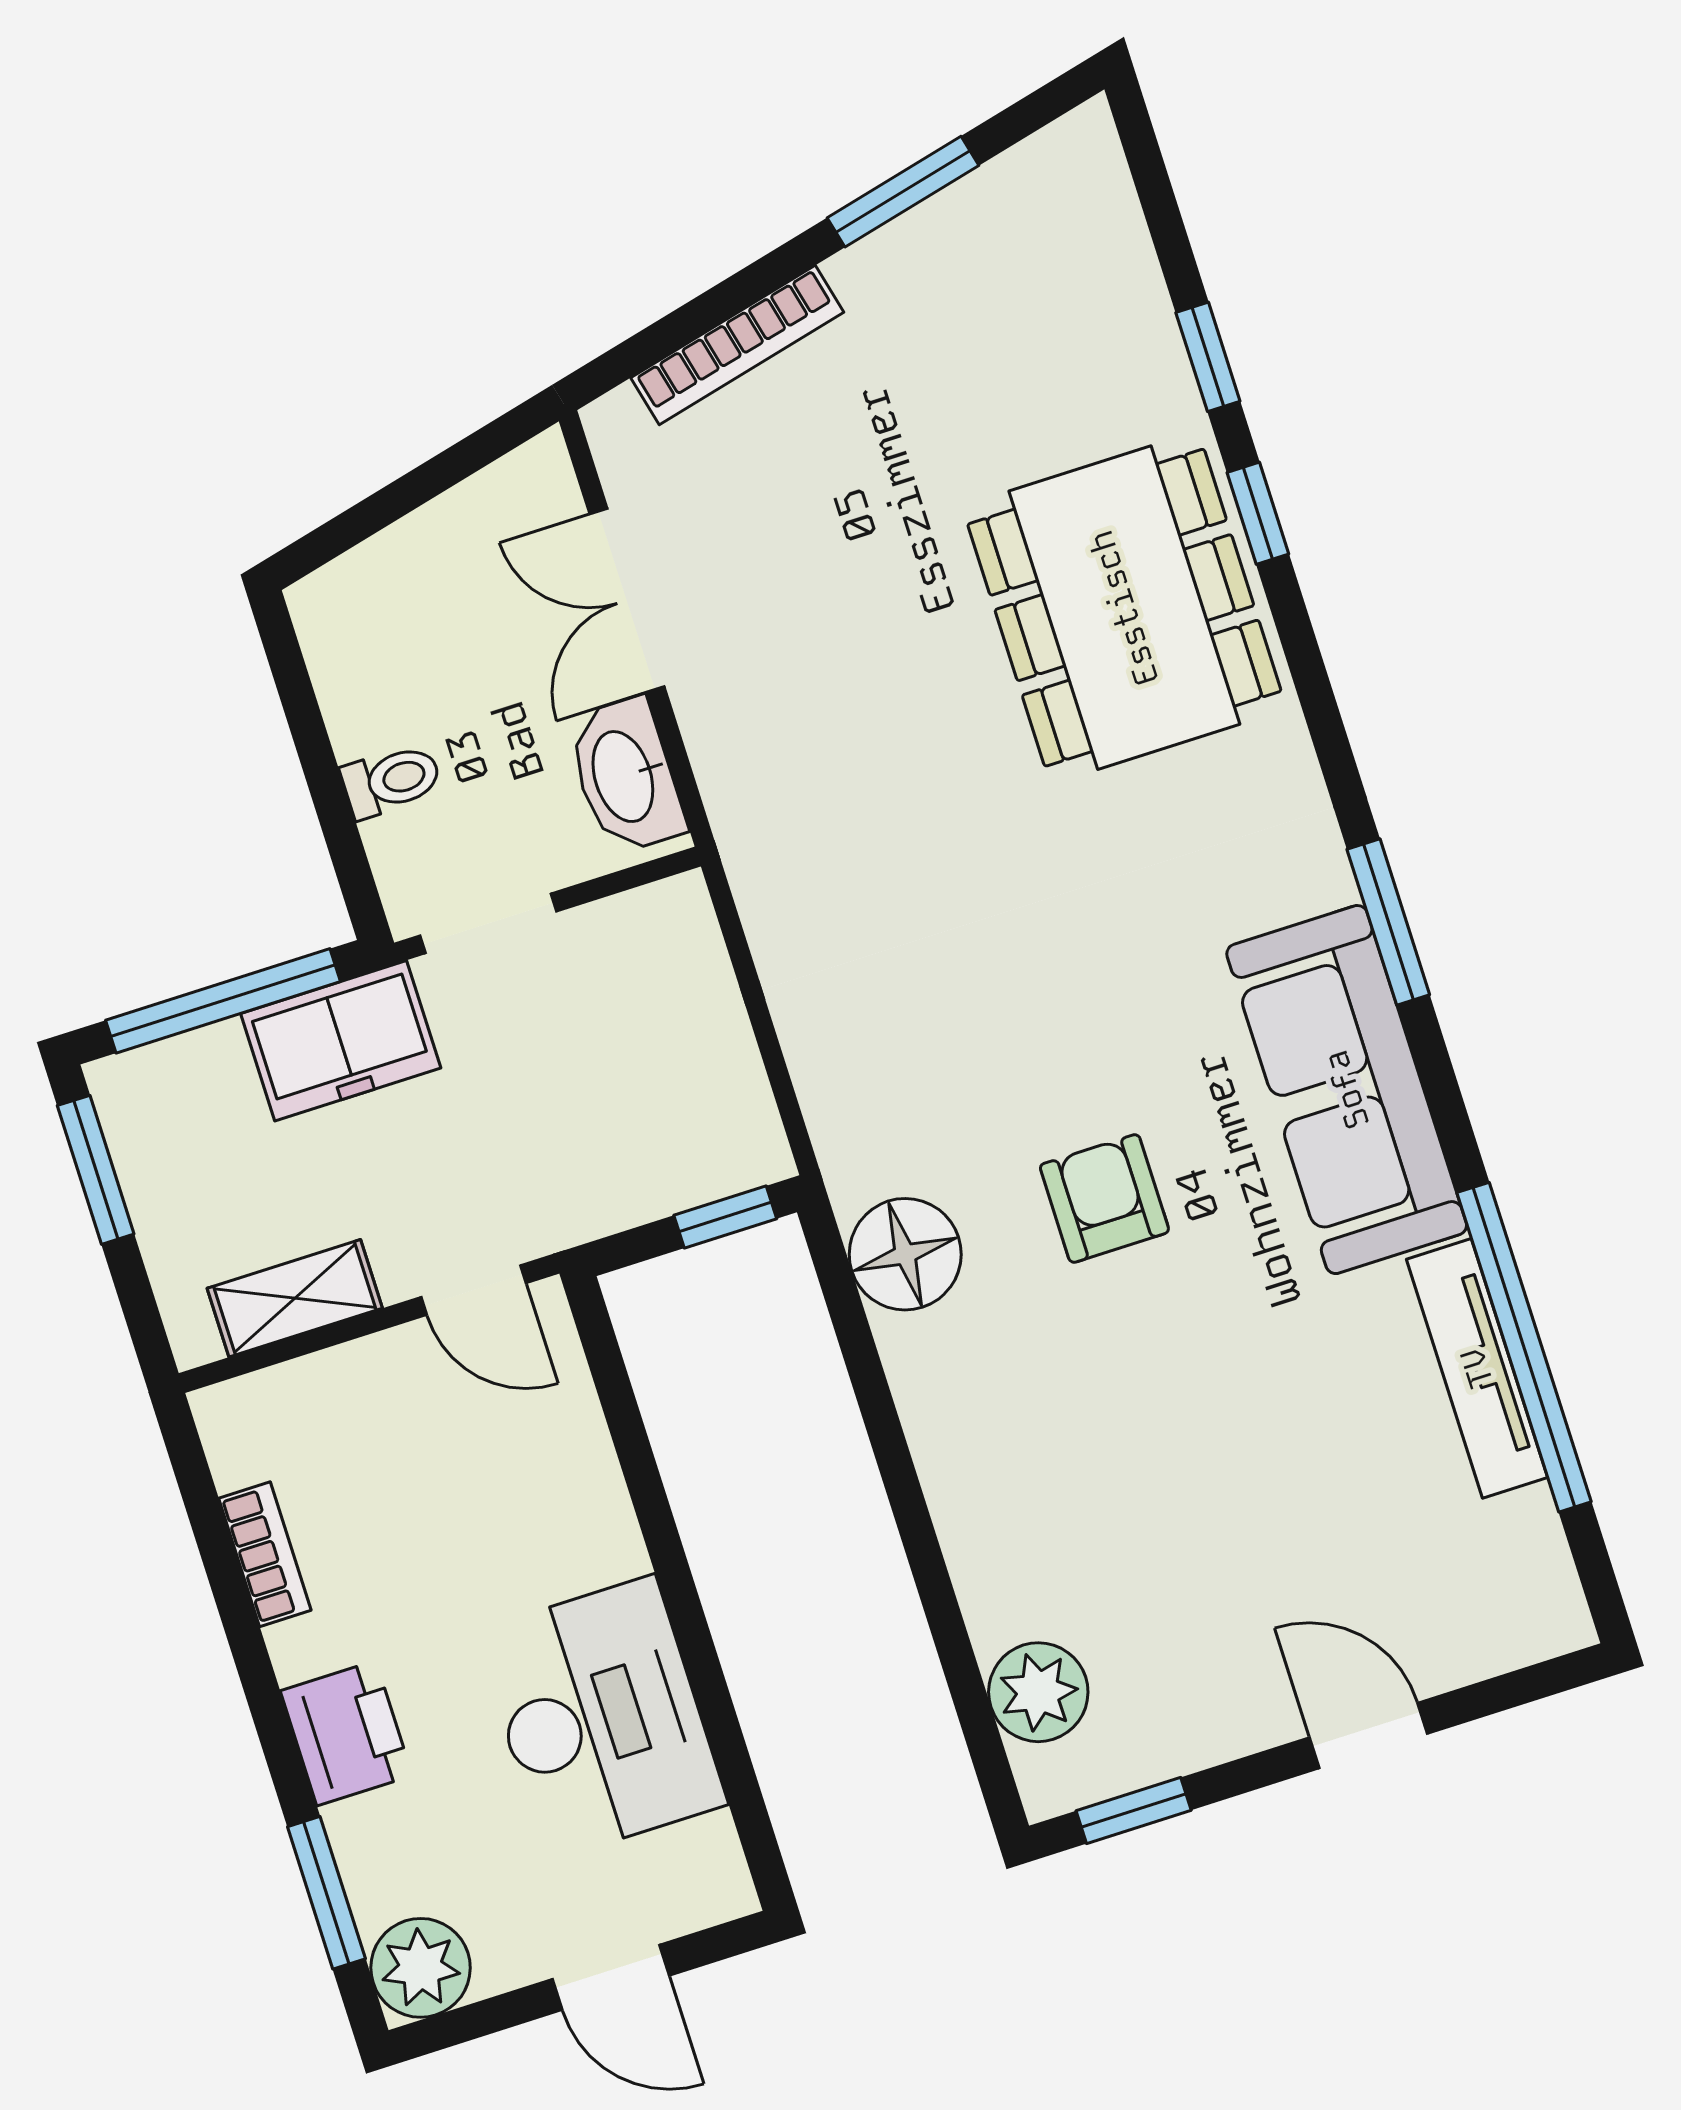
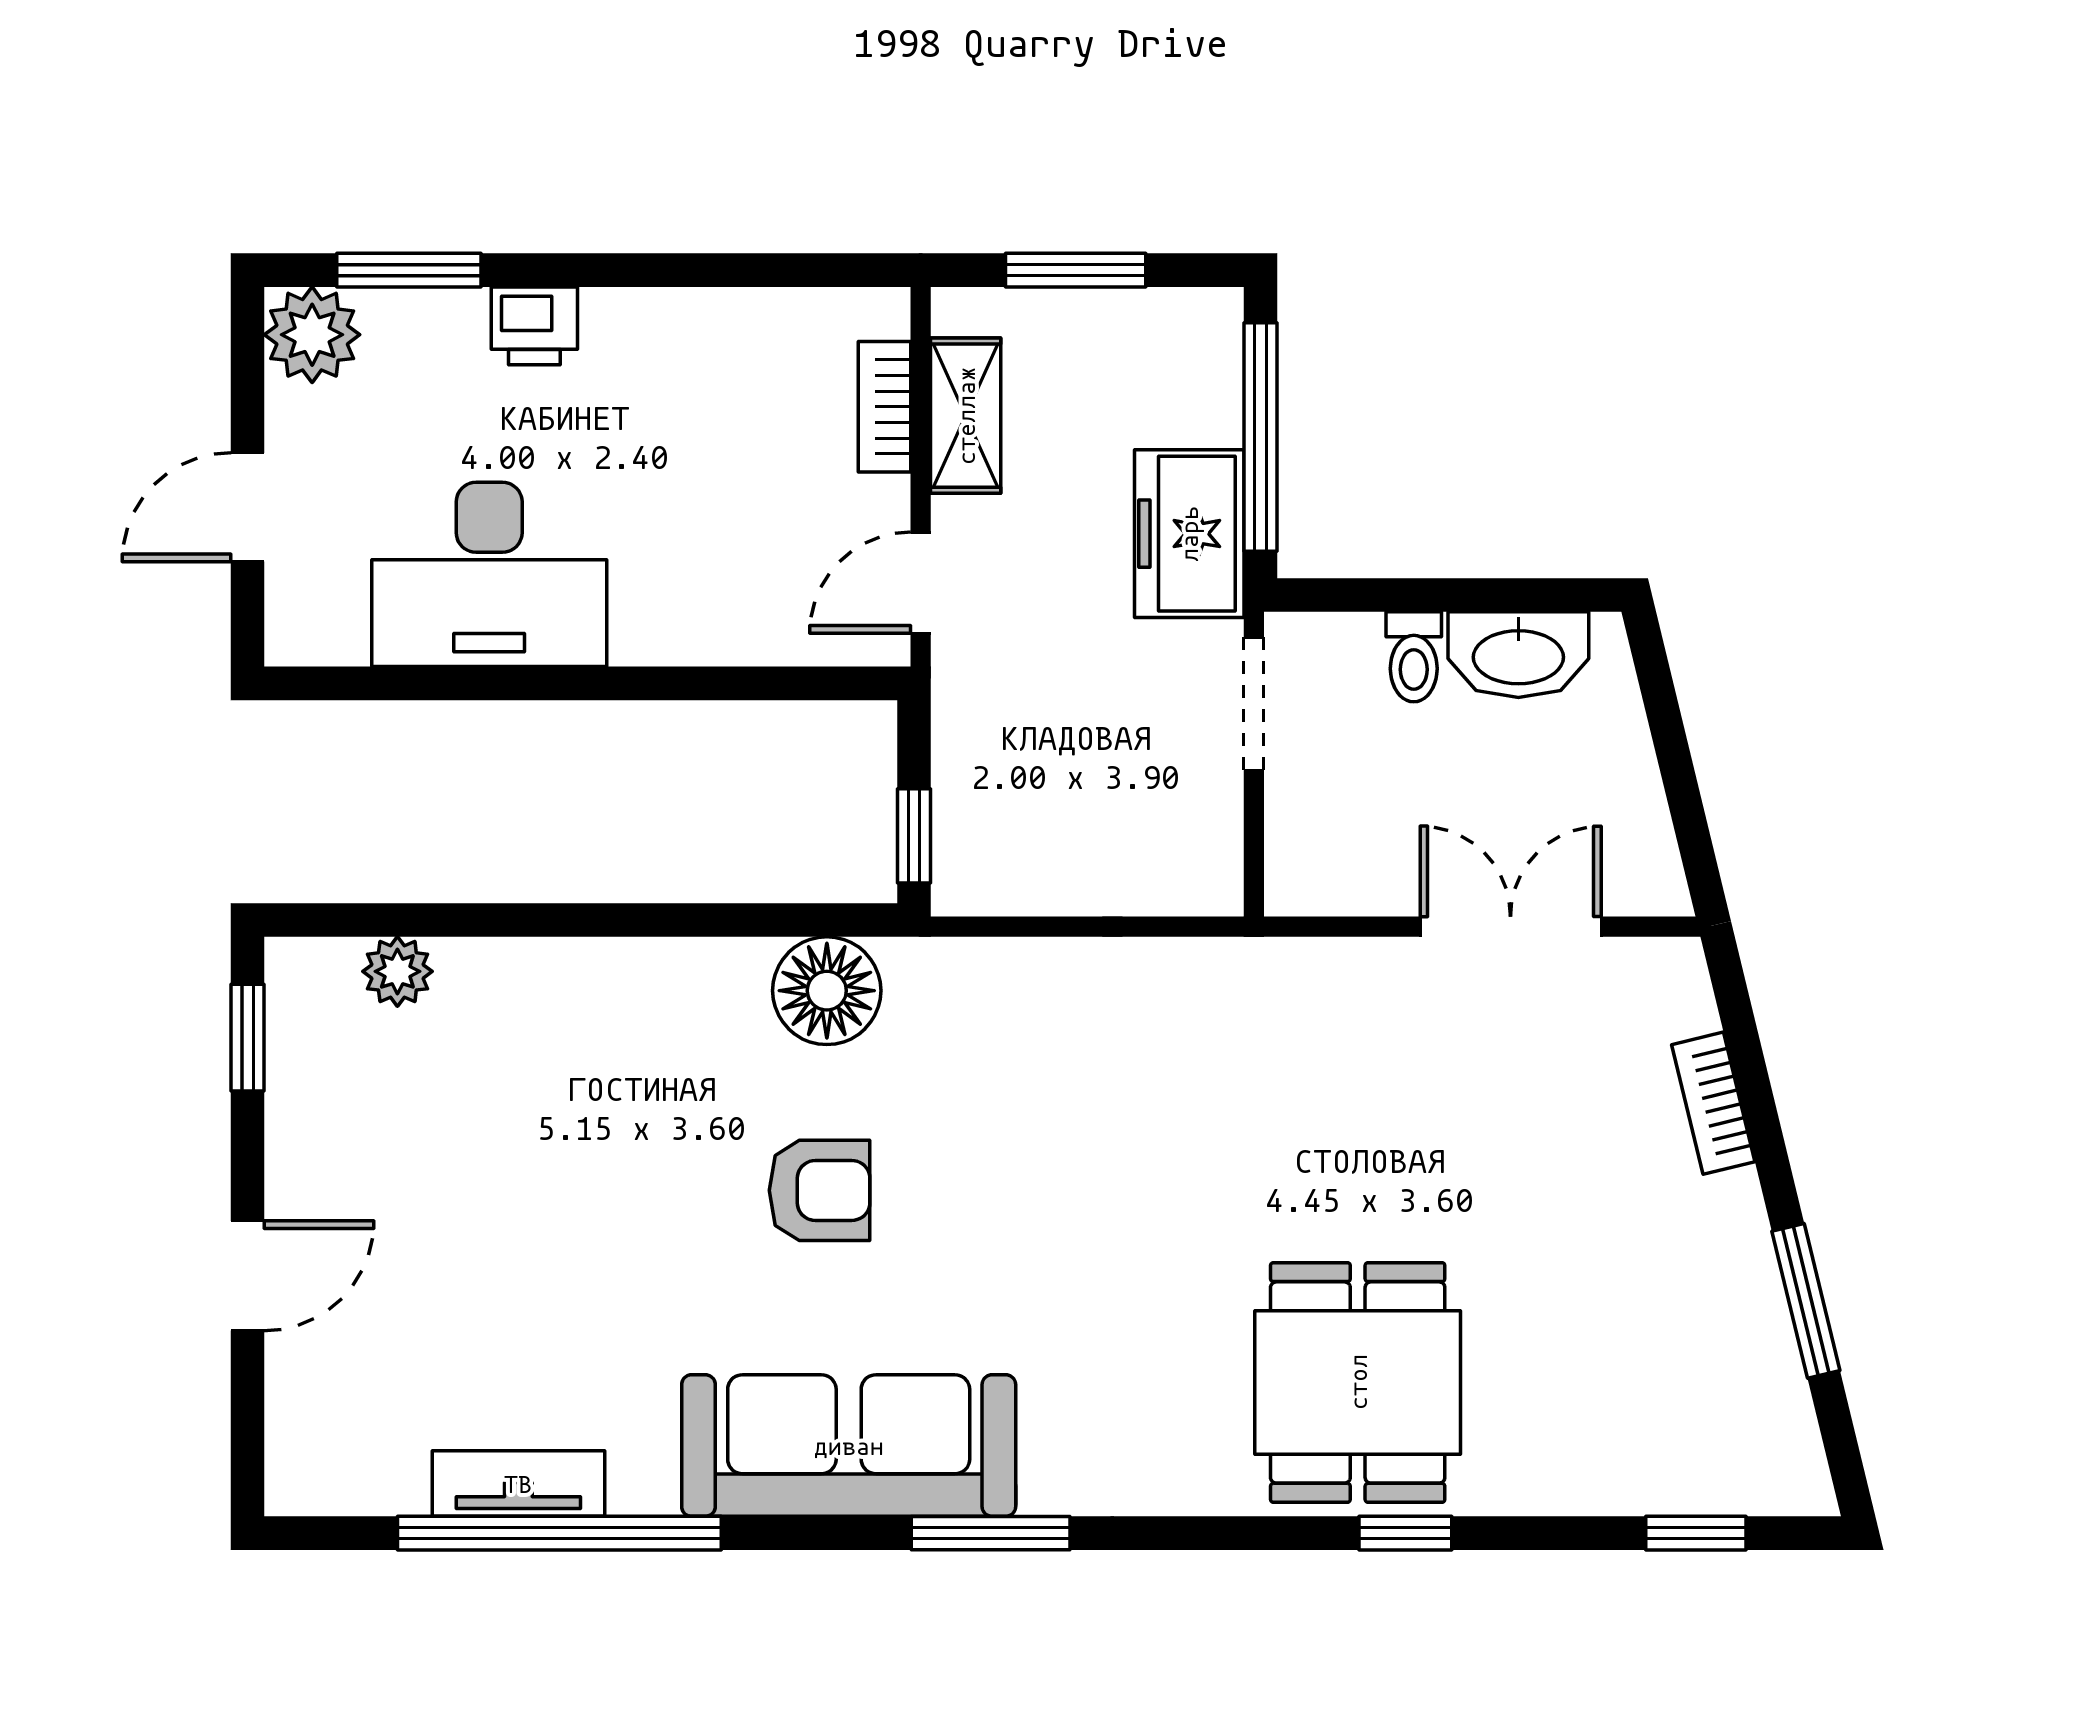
bookcase: (737, 345) -> (1713, 1103), width x0.64
window: (1208, 357) -> (1696, 1533), moved
dining table: (1124, 608) -> (1358, 1382), width x0.73
washbasin: (625, 776) -> (1518, 655), moved, turned 180
window: (96, 1170) -> (1076, 270), moved
tv unit: (1477, 1368) -> (518, 1484), width x0.71
bookcase: (265, 1554) -> (885, 407), moved, turned 90
plant: (1038, 1692) -> (397, 971), width x0.73, depth x0.73
printer: (346, 1733) -> (534, 326), width x0.73, depth x0.81

